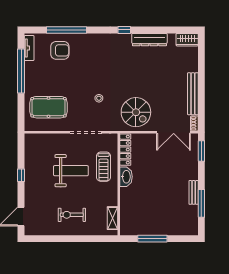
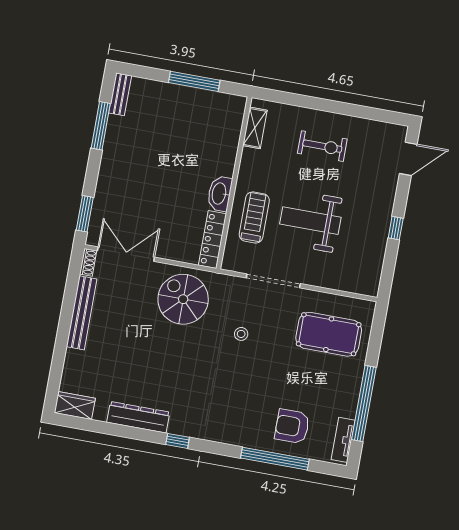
bench: (194, 192) -> (120, 94), moved

